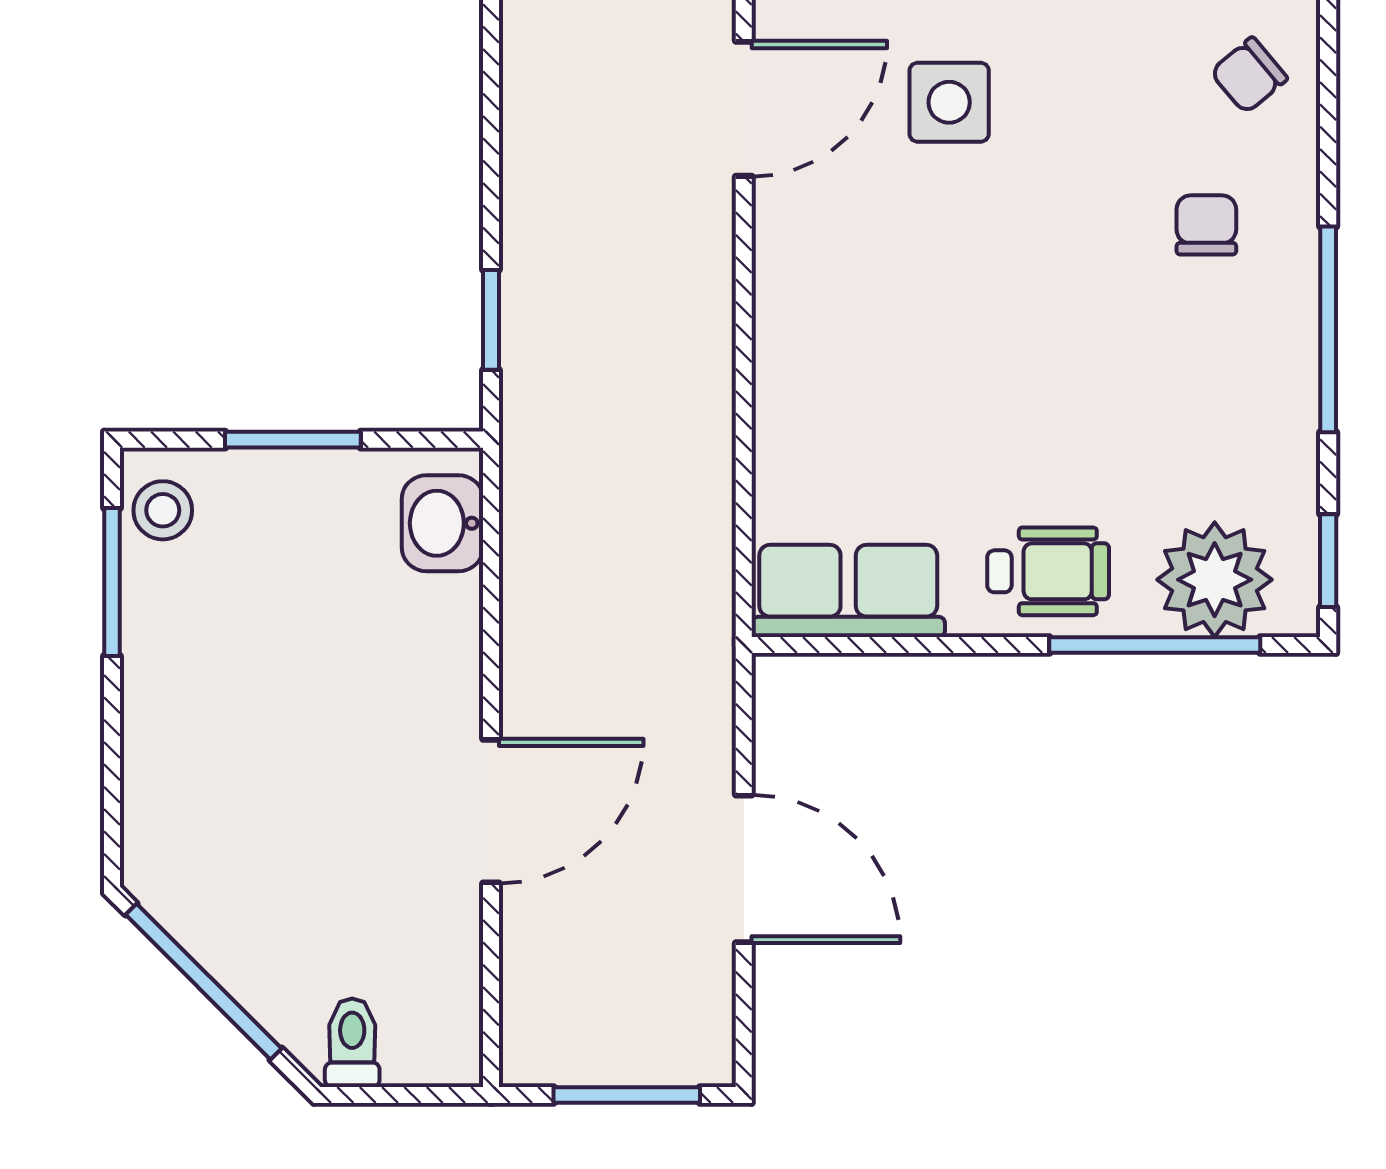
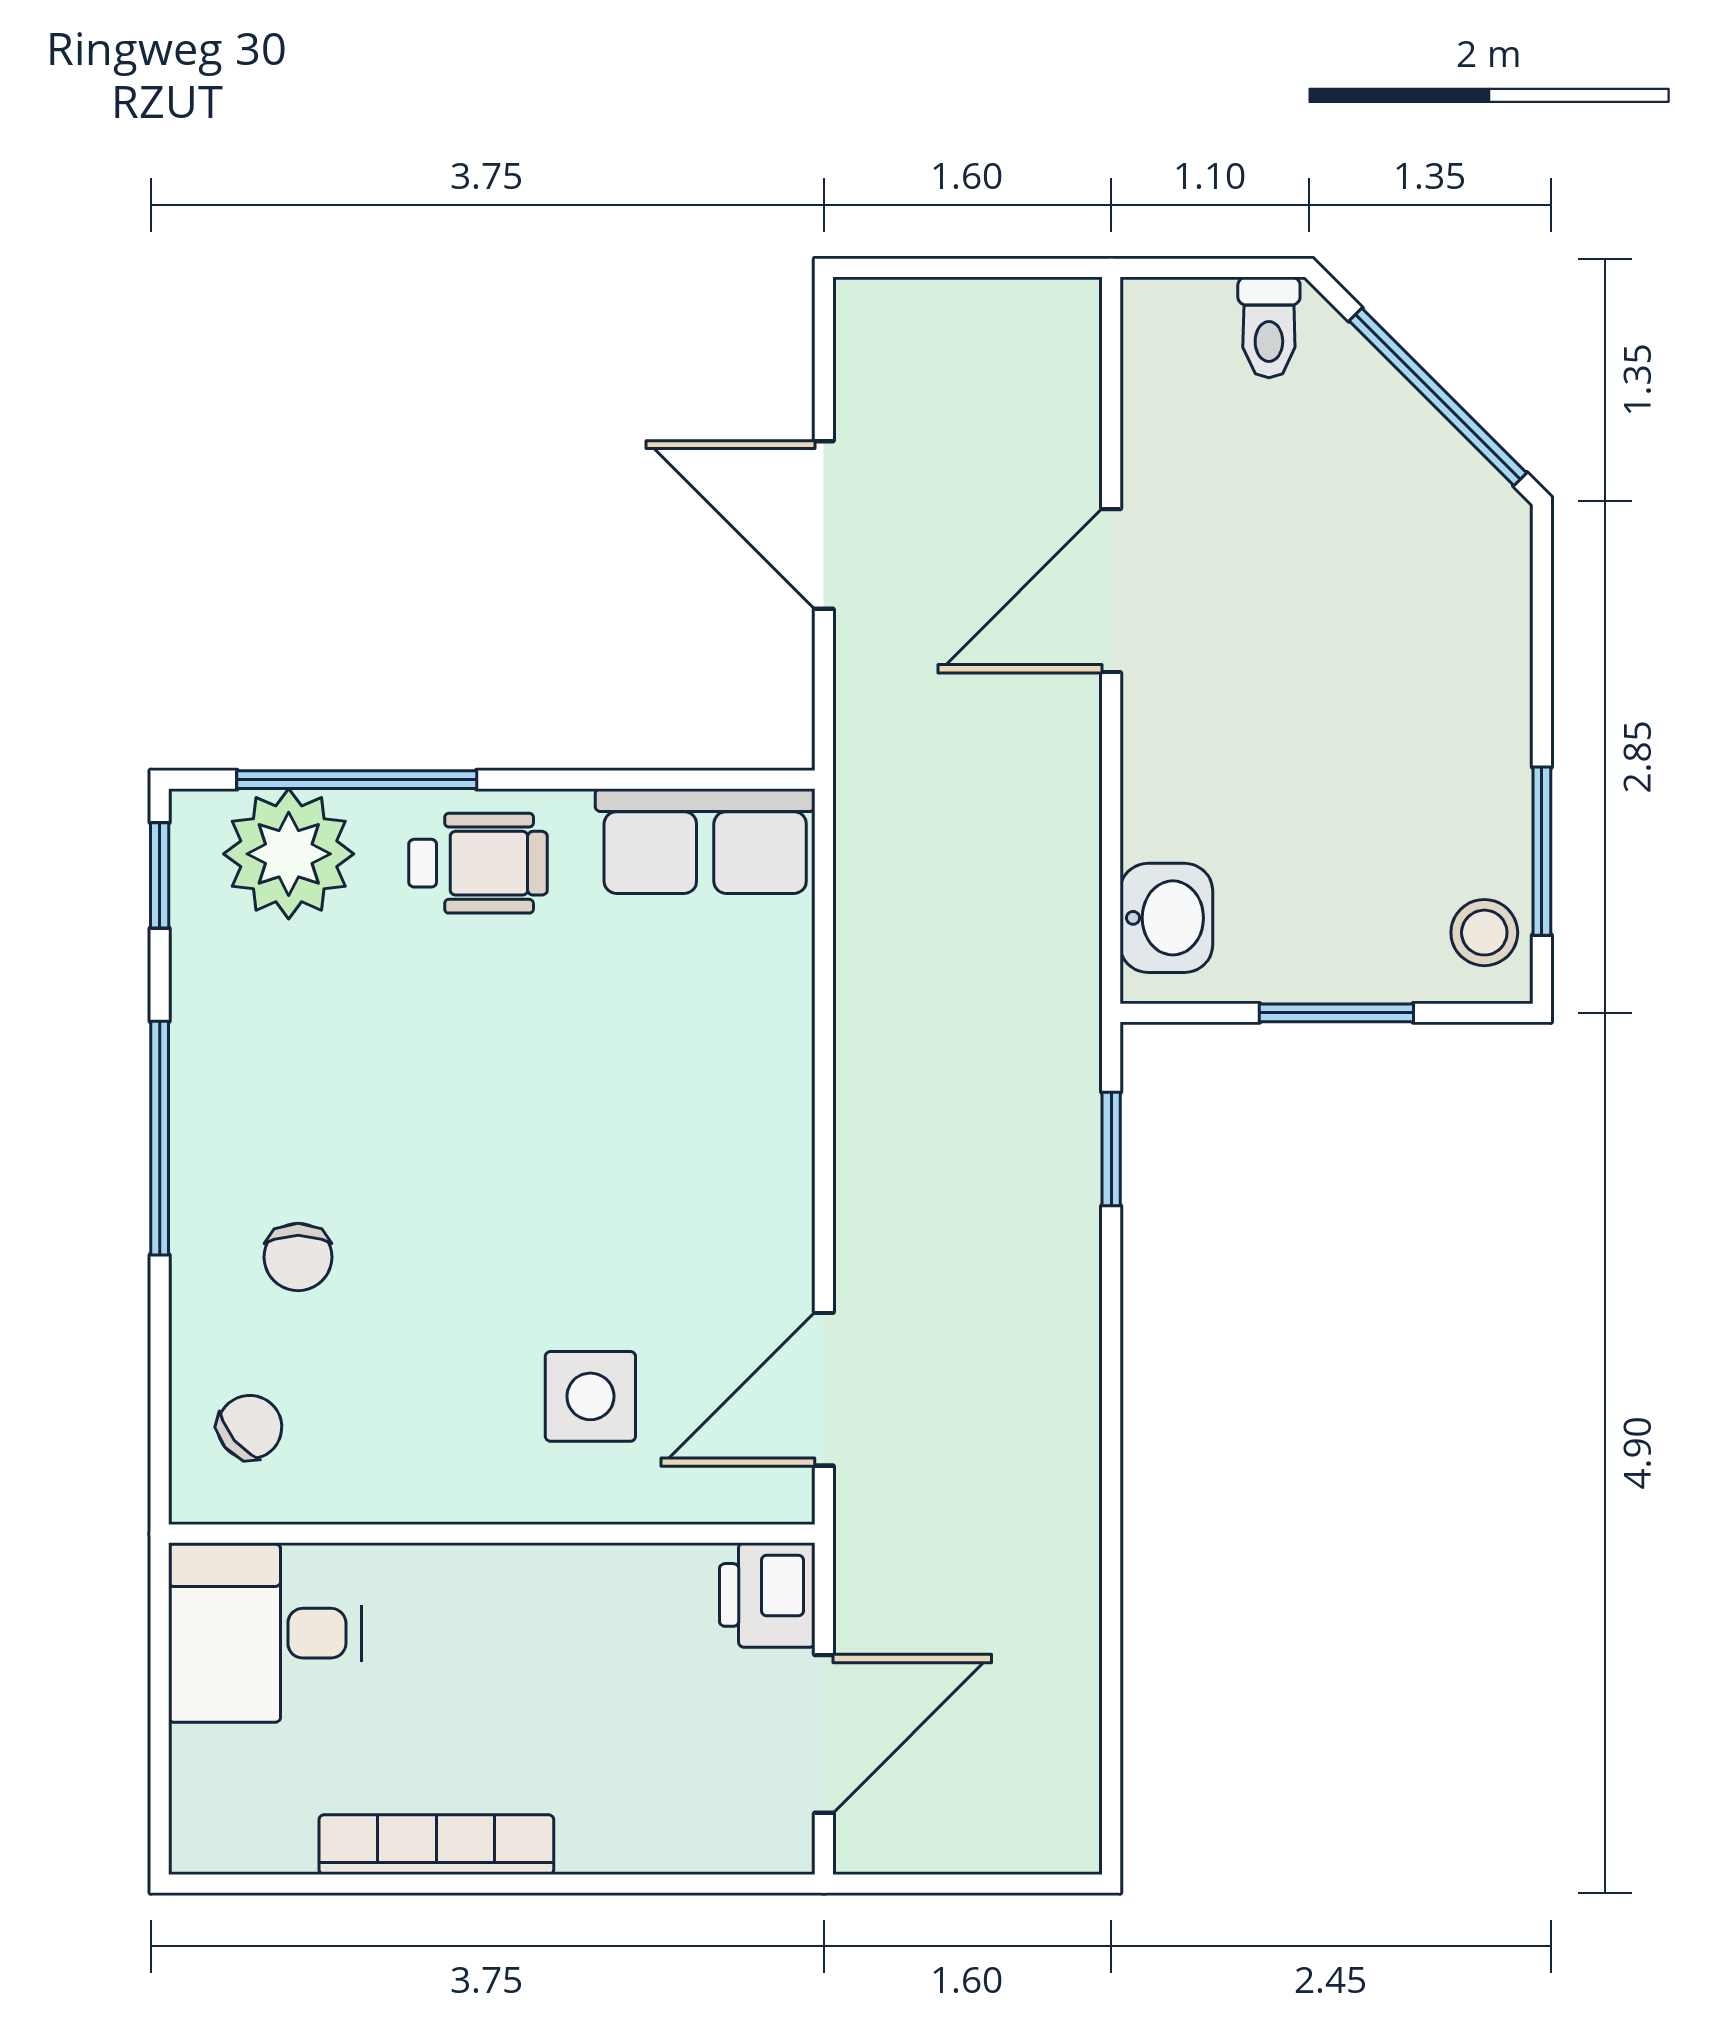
wheelchair: (1048, 571) -> (478, 863), turned 180
window: (627, 1095) -> (957, 268), removed

